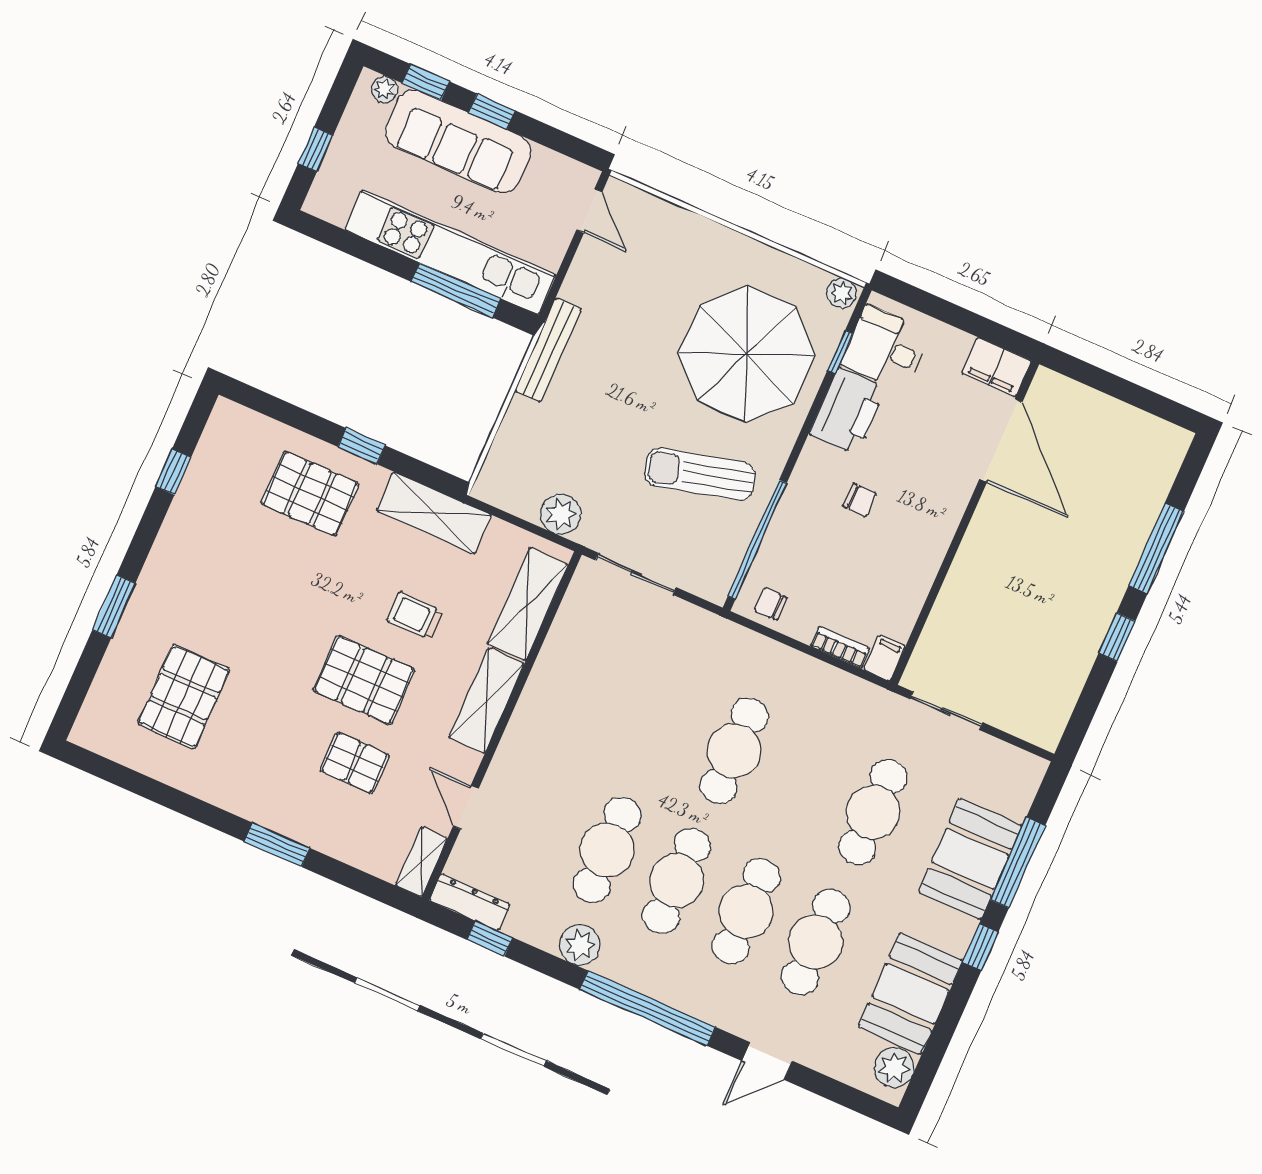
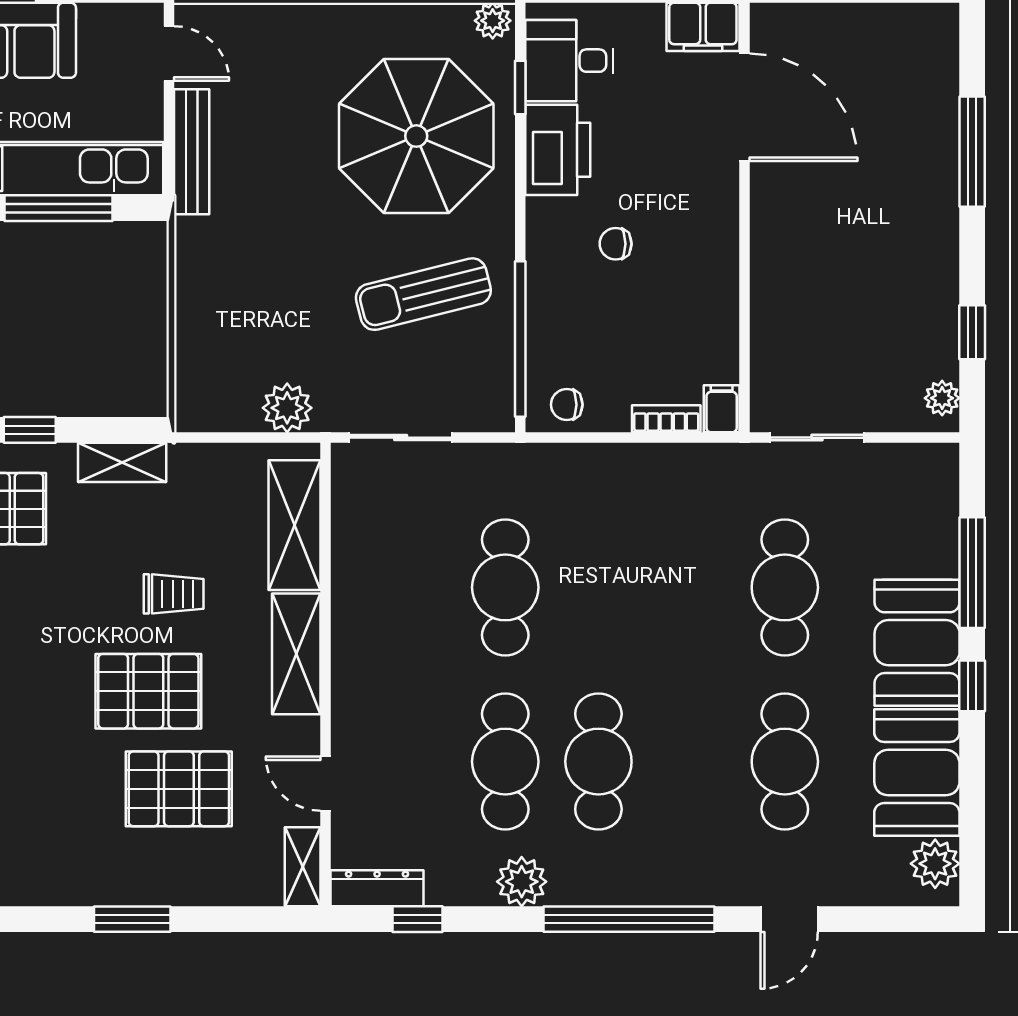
bench: (548, 350) -> (192, 152), moved
chair: (860, 500) -> (616, 244), turned 180
shelving: (434, 513) -> (122, 462), width x0.67, depth x0.75
trolley: (415, 616) -> (174, 594), turned 180
window: (1117, 637) -> (972, 332), moved
plant: (1053, 723) -> (942, 398), added
cafe table: (734, 751) -> (505, 587), moved
pallet: (355, 763) -> (179, 789), width x1.50, depth x1.42
booth: (970, 859) -> (917, 643), moved
cafe table: (746, 911) -> (692, 762), removed

